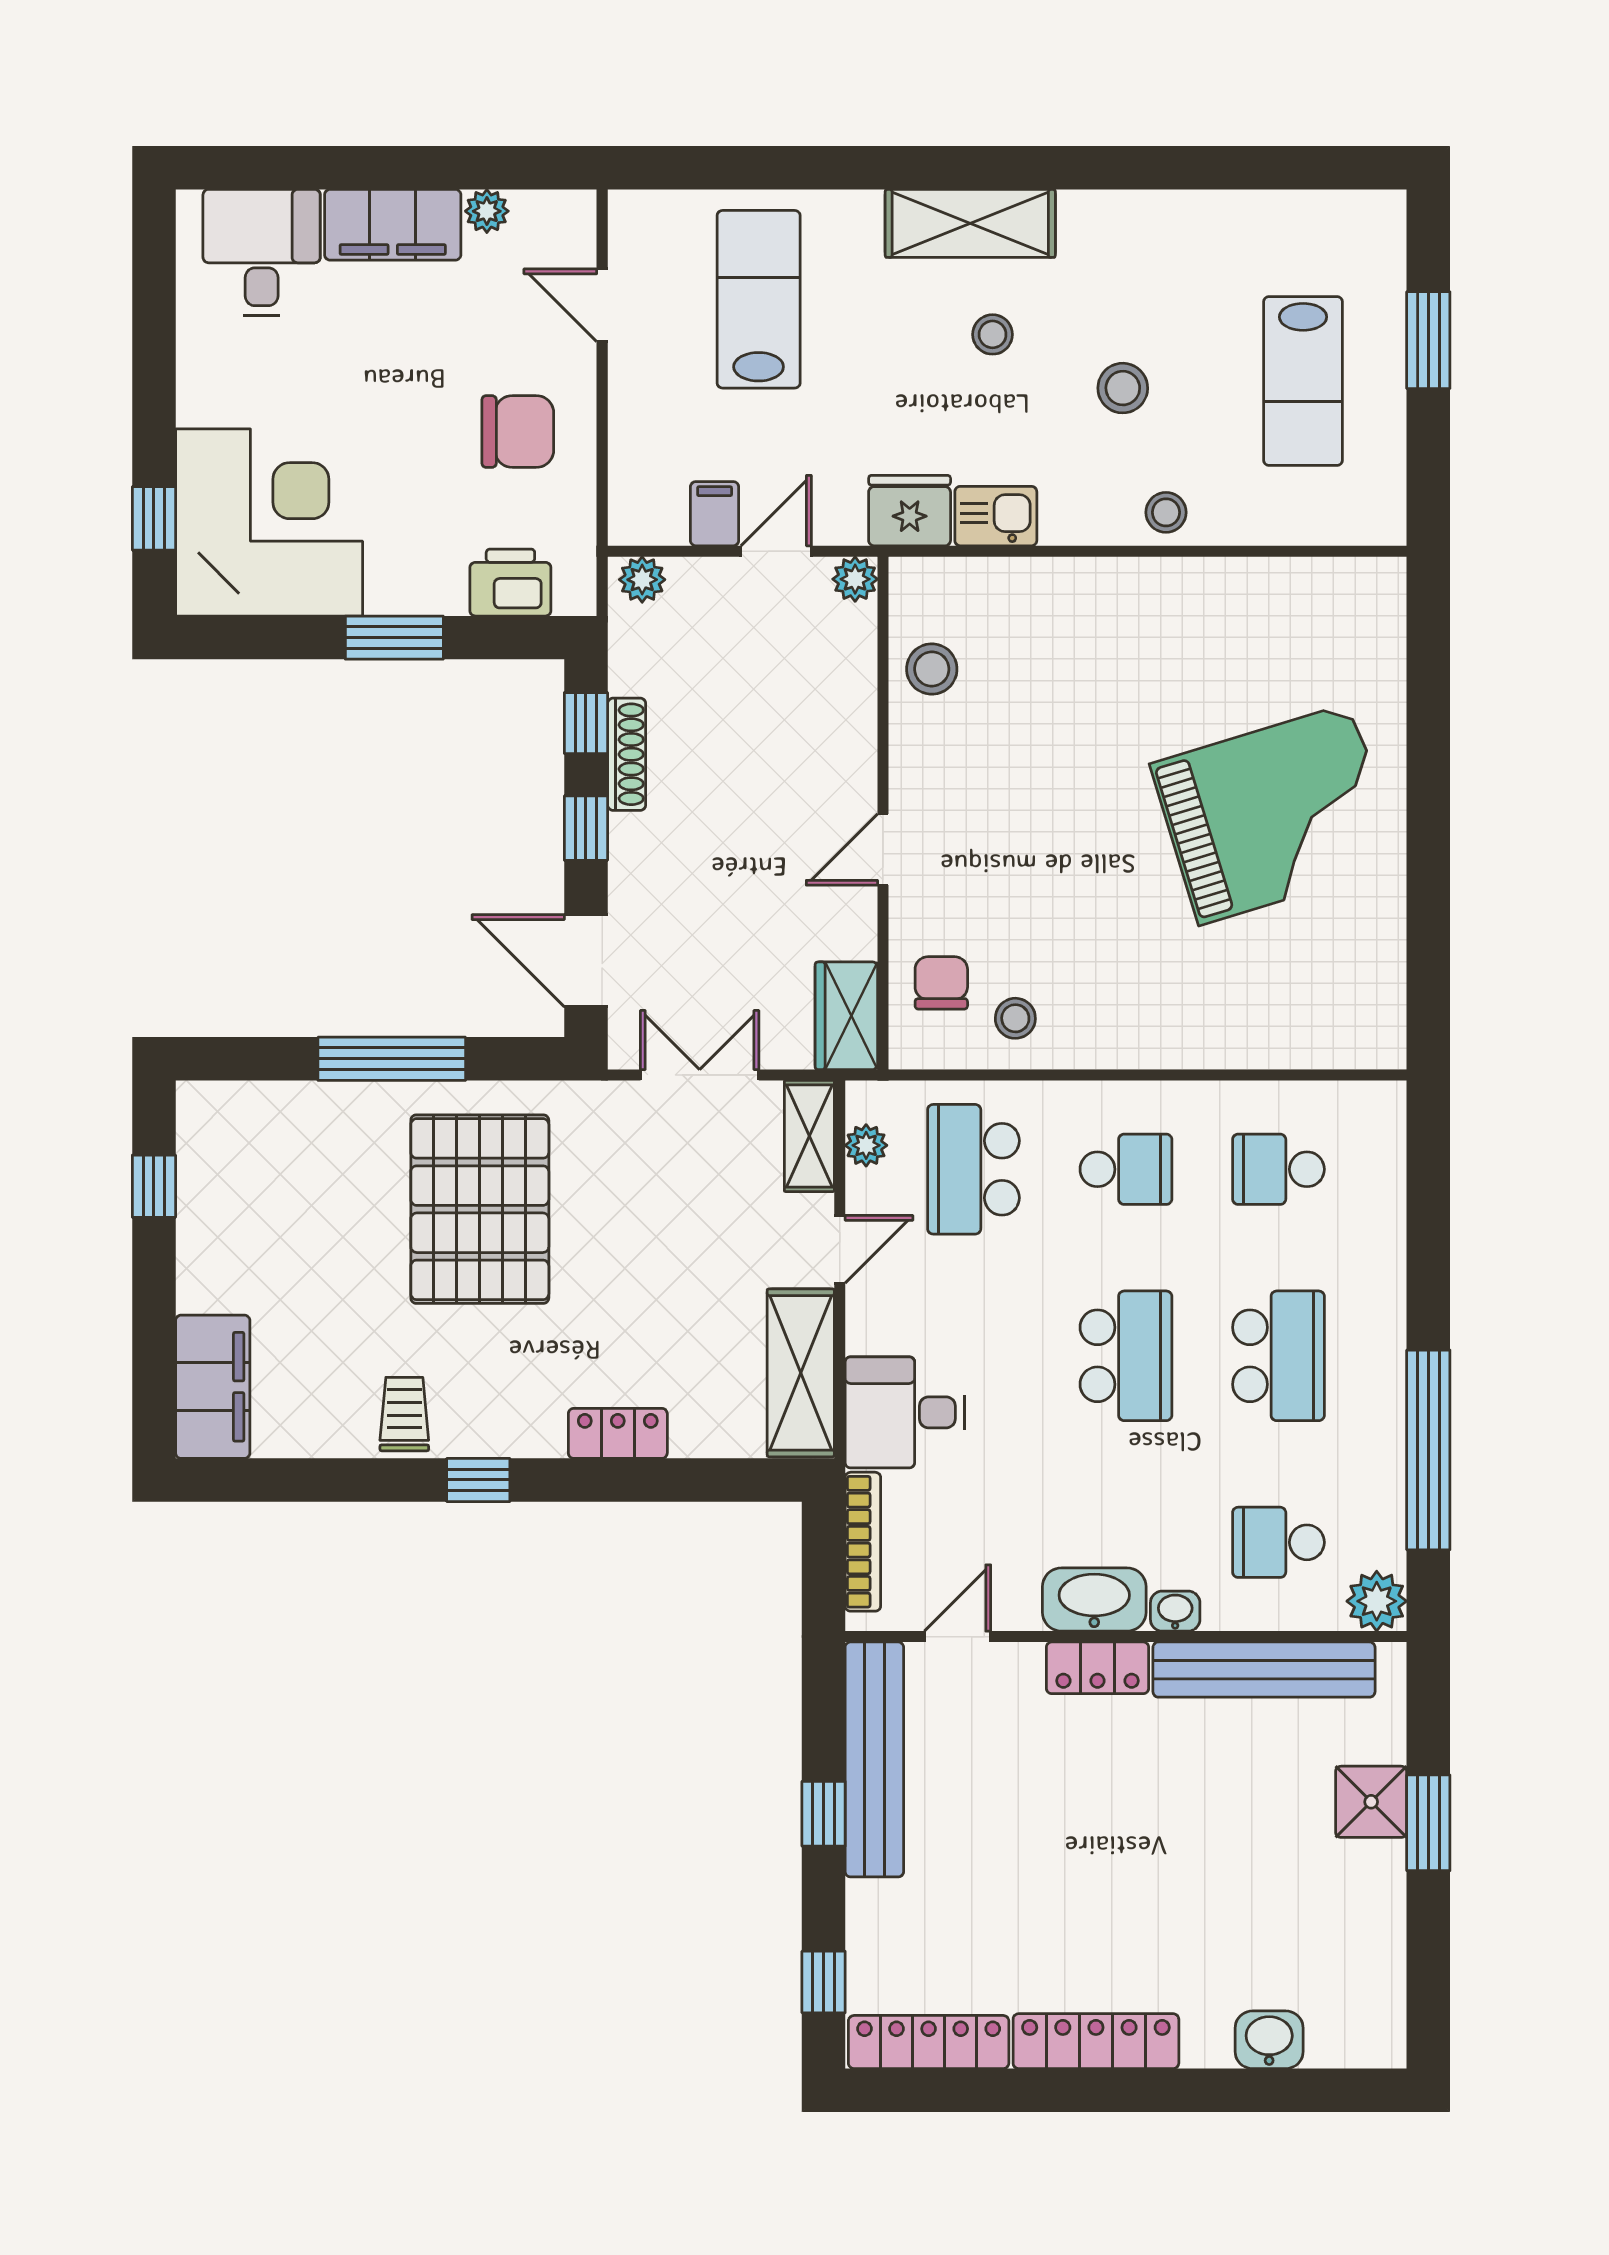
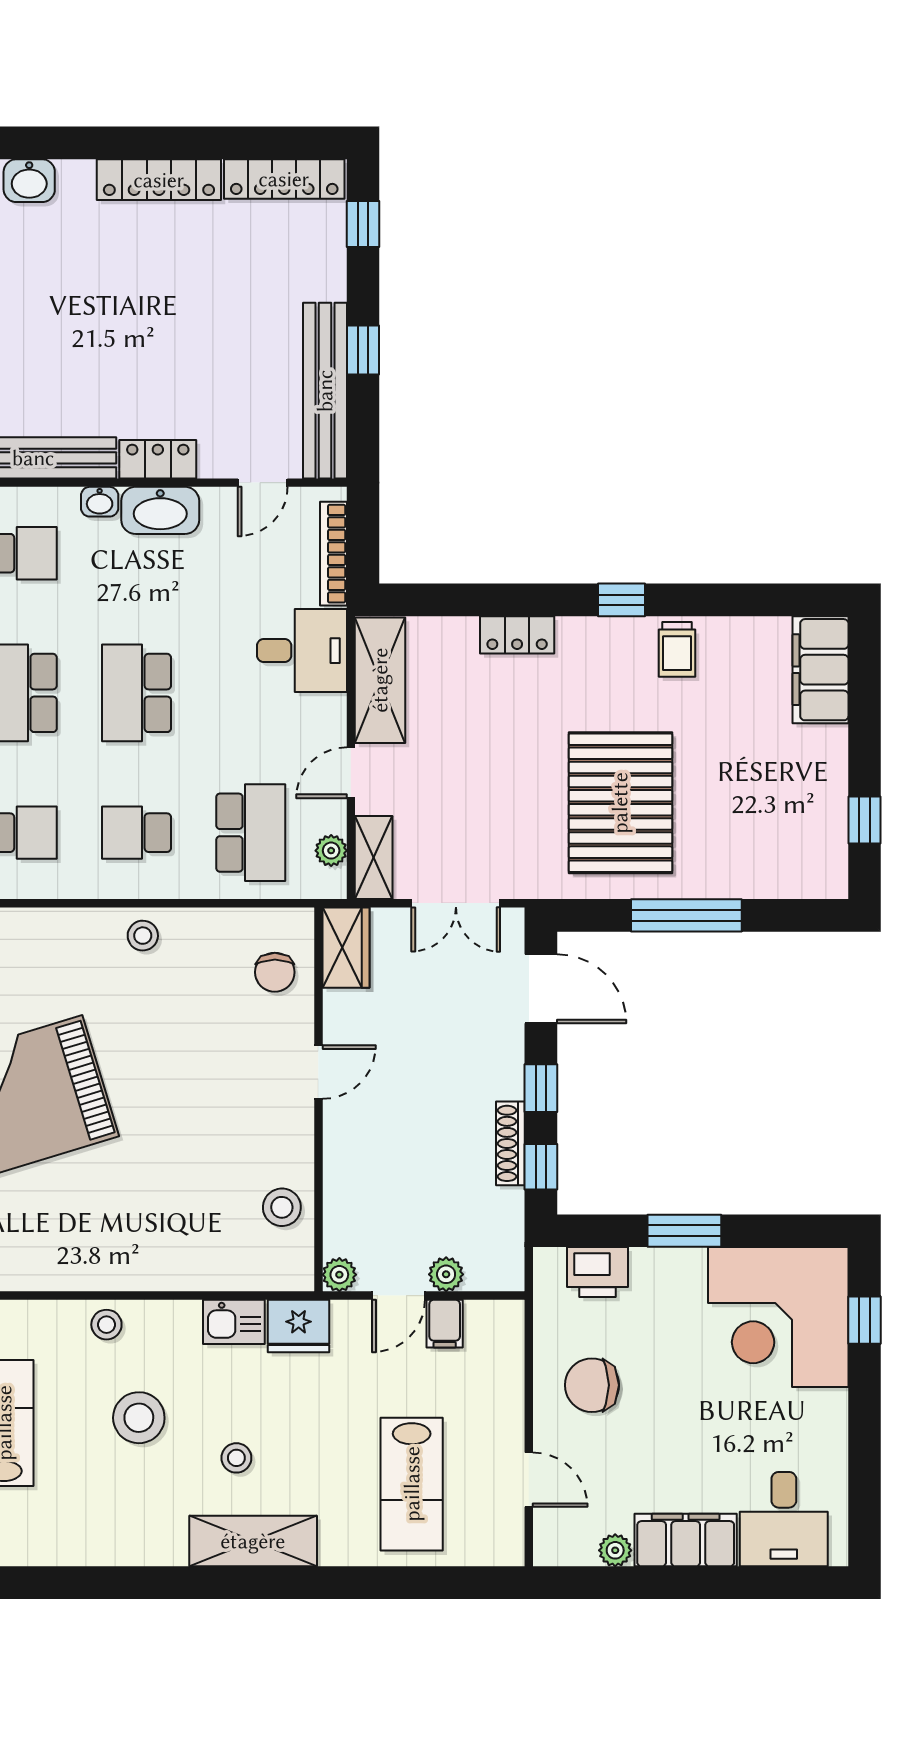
stool: (1123, 388) -> (139, 1418), width x1.38, depth x1.38
plant: (642, 580) -> (446, 1274), moved
stool: (1015, 1018) -> (143, 936), moved

